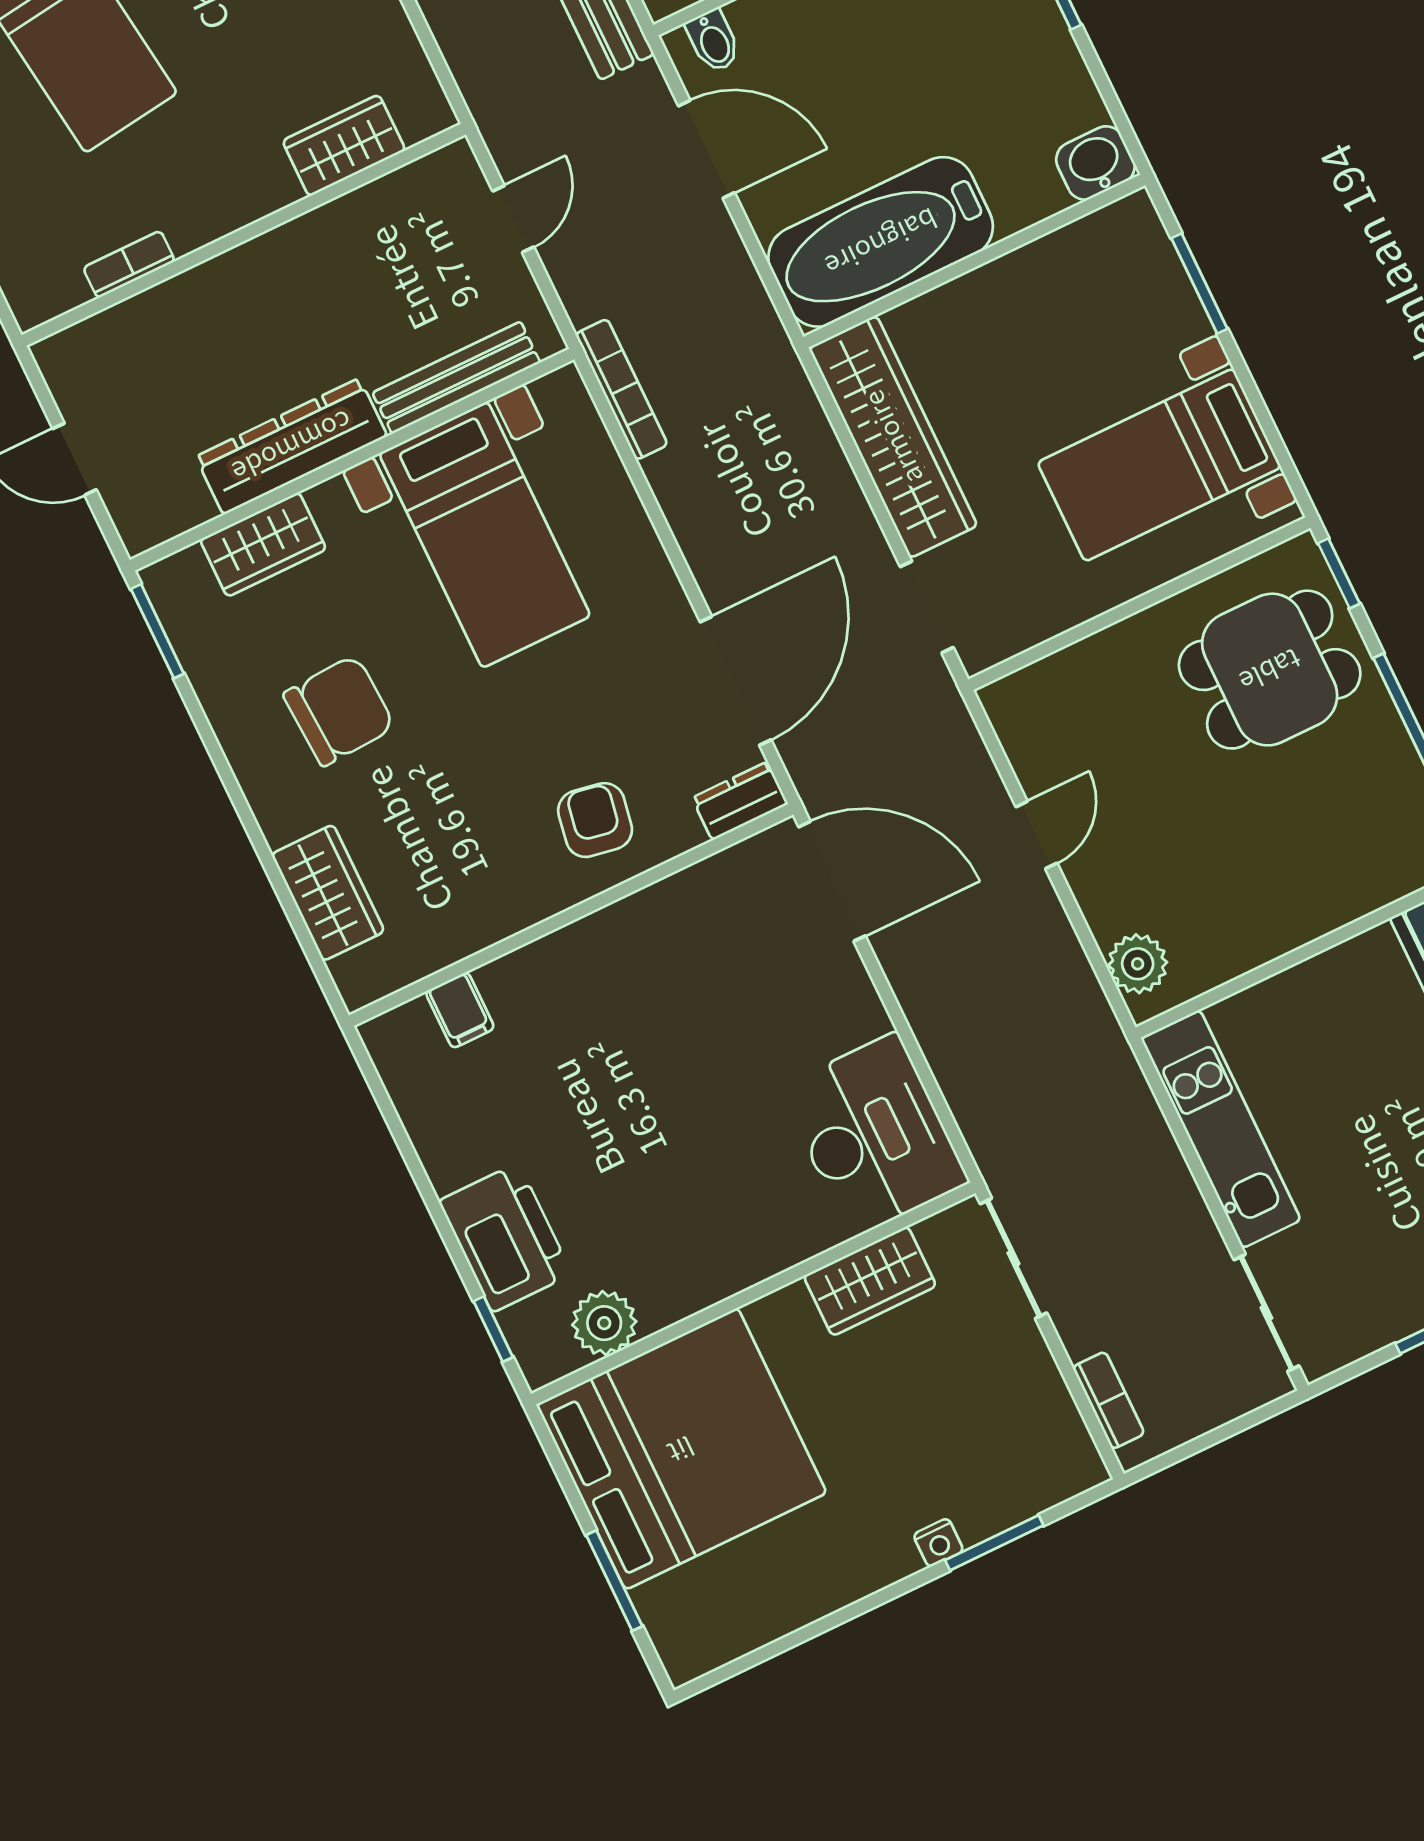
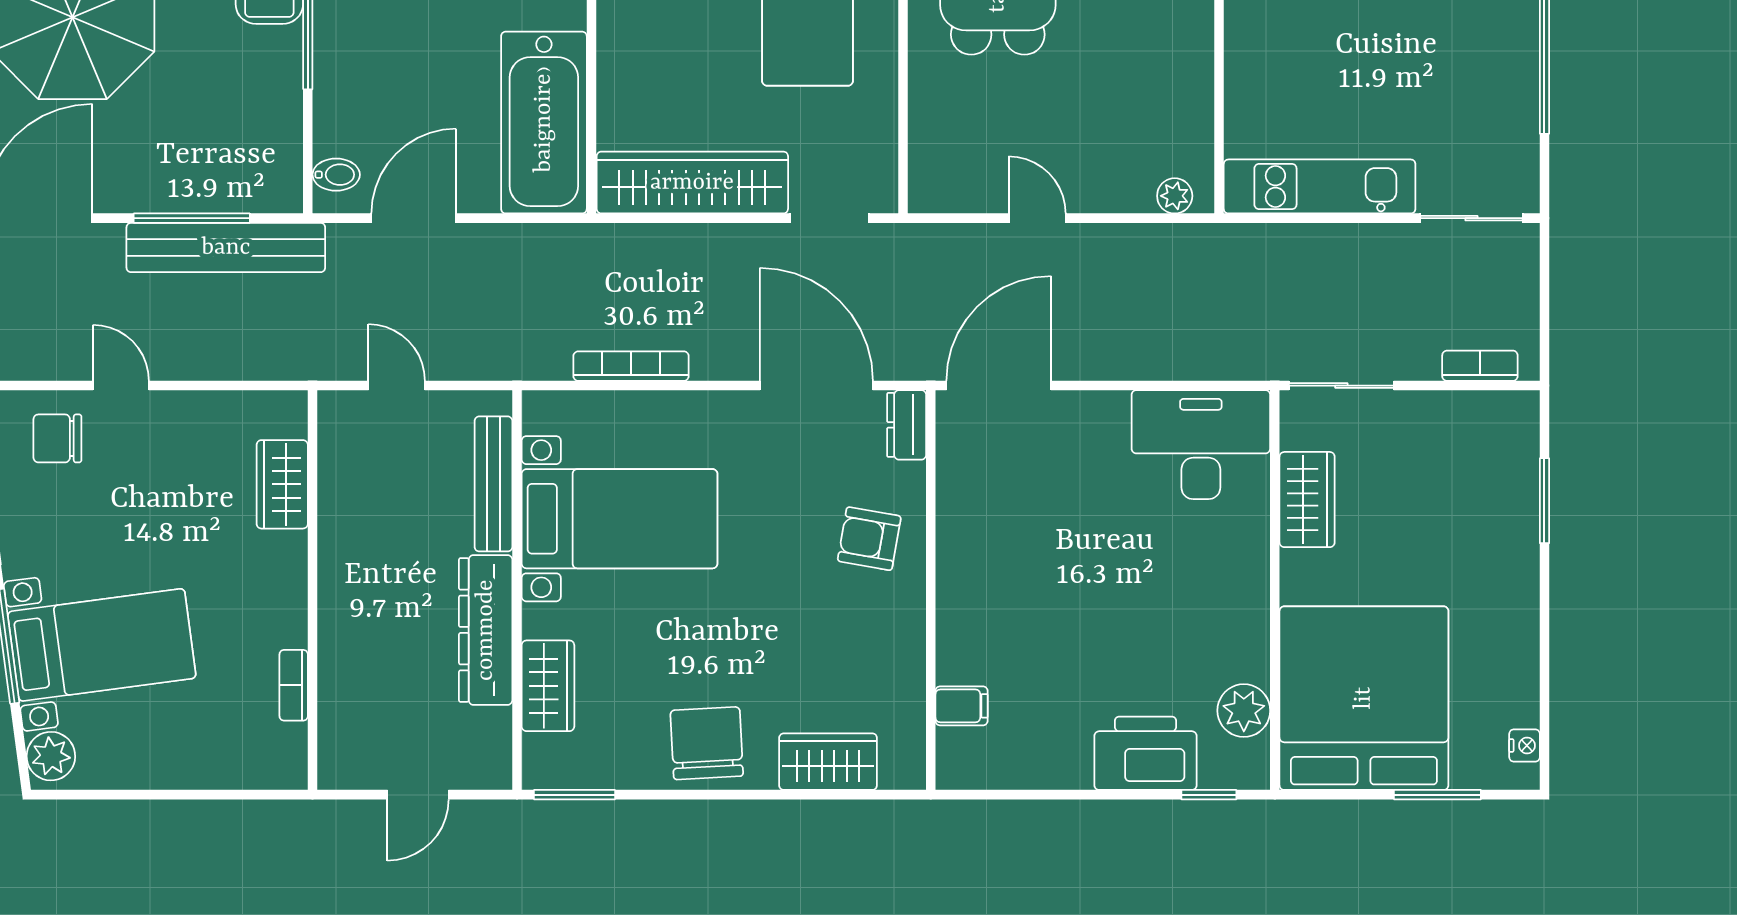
bookcase: (622, 389) -> (631, 366), moved
chair: (339, 711) -> (707, 743), moved
plant: (1138, 964) -> (1175, 196), width x0.73, depth x0.73
nightstand: (938, 1543) -> (1525, 746), moved

